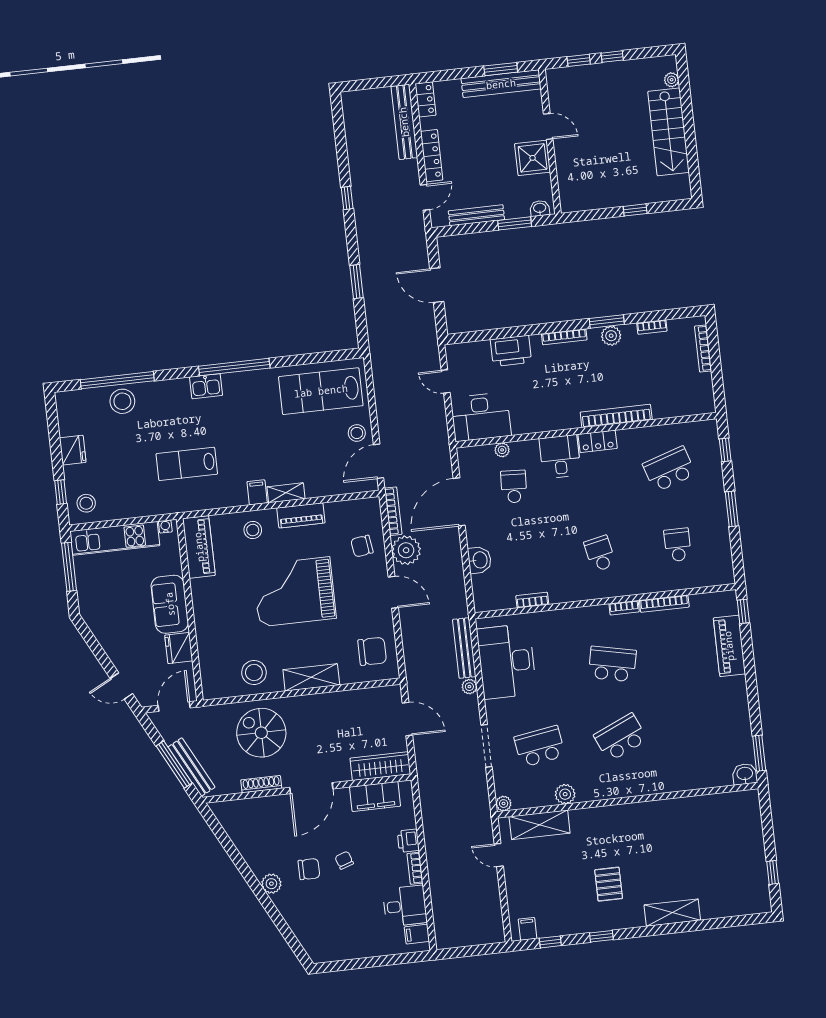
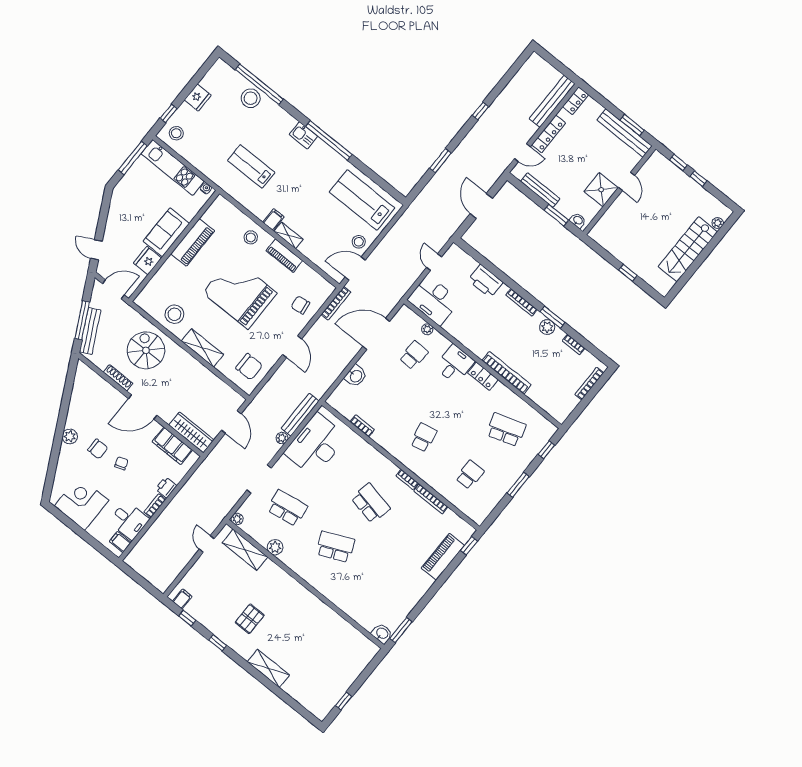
piano: (199, 547) -> (193, 242), moved
plant: (406, 550) -> (322, 331), removed
corner desk: (345, 934) -> (82, 503), added

